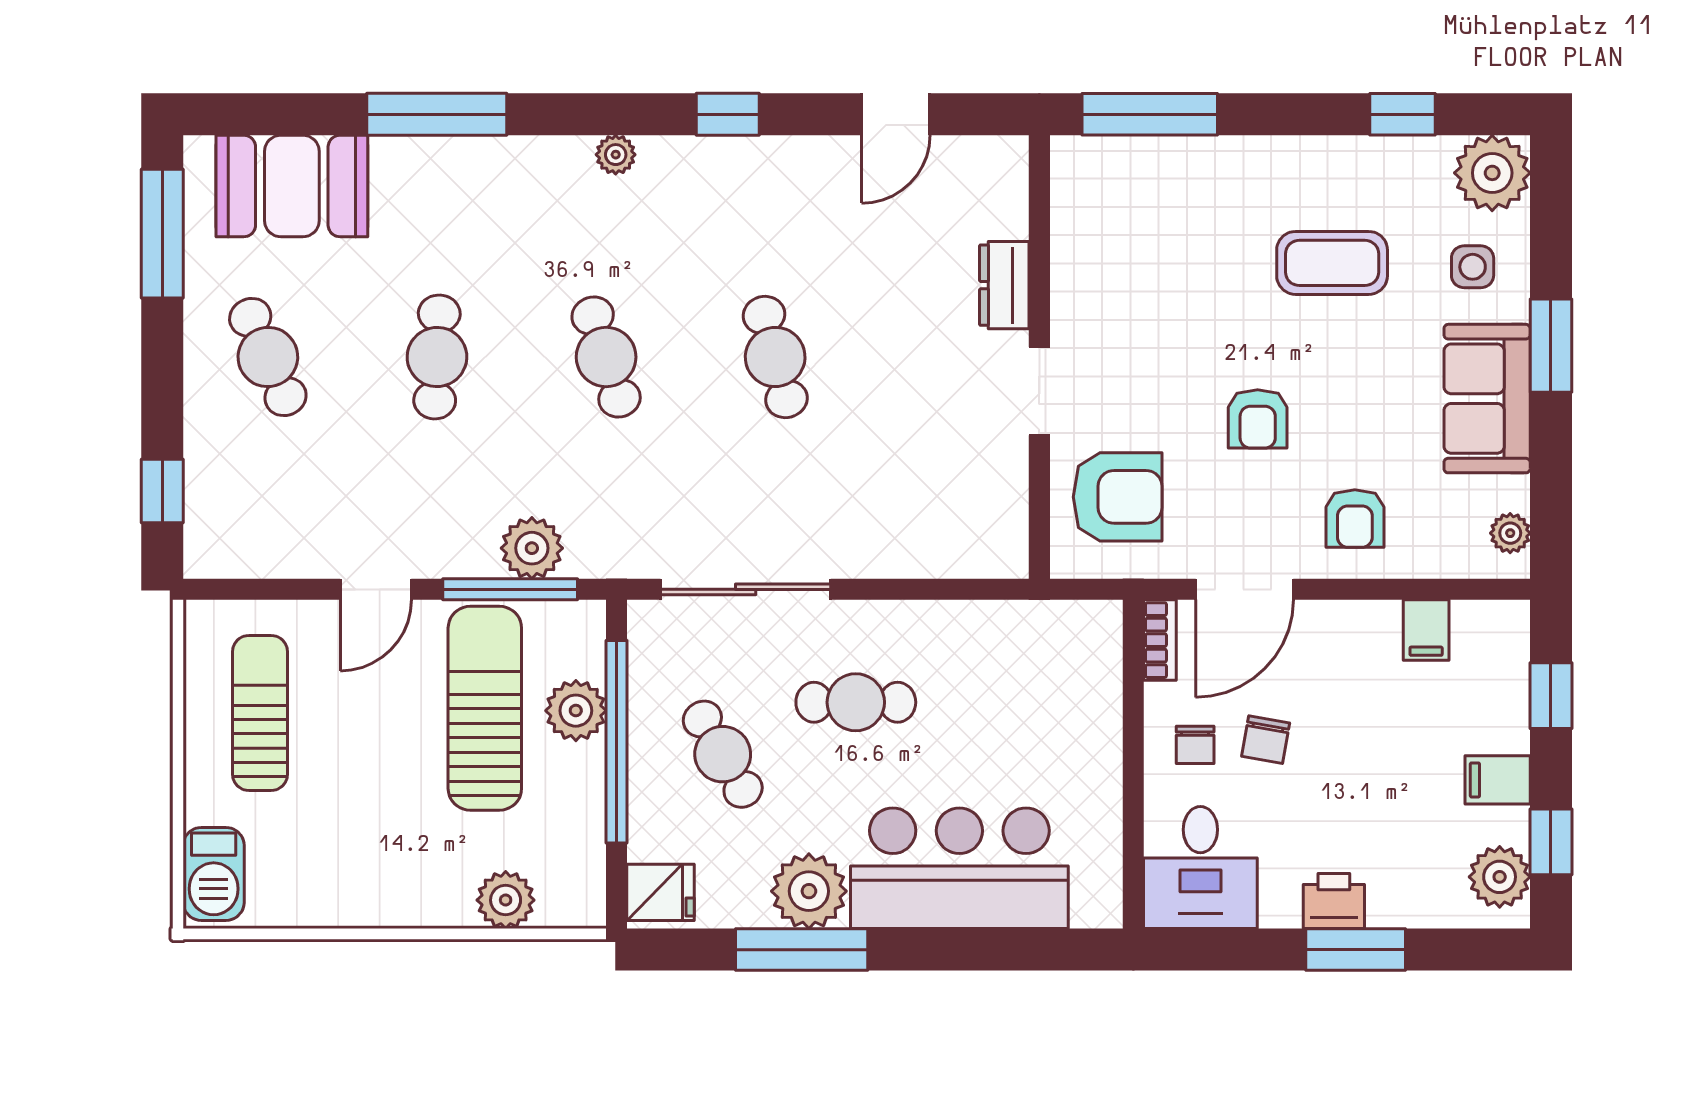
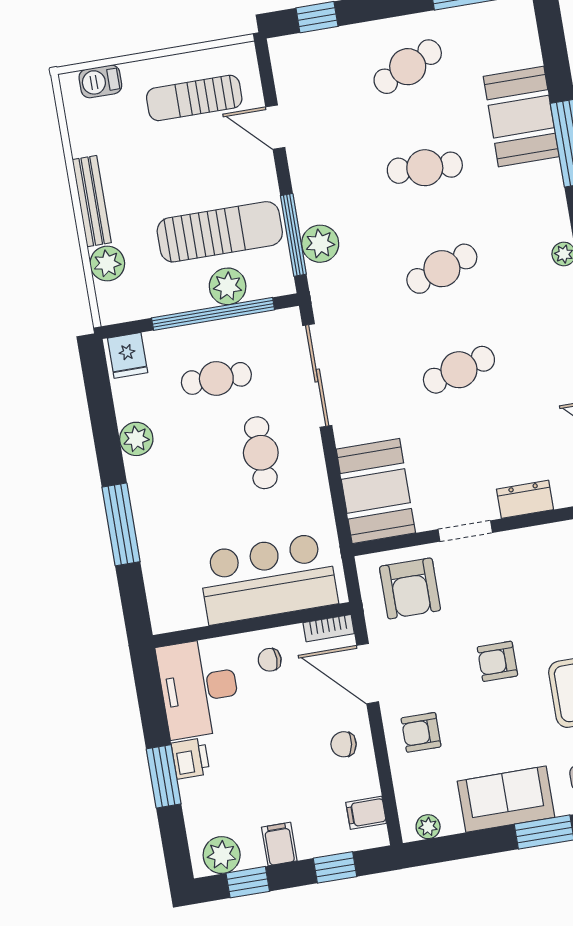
booth: (292, 186) -> (521, 117), moved
armchair: (1258, 419) -> (497, 661), moved
booth: (950, 526) -> (376, 491), added
door: (376, 589) -> (275, 127), moved
filing cabinet: (1426, 630) -> (366, 813), moved
sun lounger: (260, 713) -> (194, 98), turned 180
chair: (1266, 740) -> (344, 744), moved
cafe table: (723, 754) -> (216, 378), turned 30
bar counter: (959, 868) -> (268, 579), moved, turned -90
desk: (1200, 868) -> (199, 688), width x1.37
barbecue: (214, 874) -> (100, 81), width x0.73, depth x0.79
plant: (809, 891) -> (136, 439), width x0.73, depth x0.73
bench: (400, 908) -> (92, 201), added
window: (802, 950) -> (121, 524), moved

